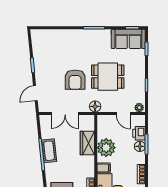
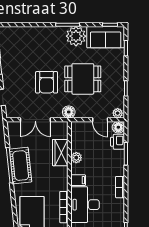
plant: (102, 38) -> (76, 36), added
floor lamp: (140, 146) -> (118, 127), moved
plant: (106, 148) -> (76, 158), width x0.53, depth x0.53
cot: (49, 151) -> (21, 166), width x1.37, depth x1.34

